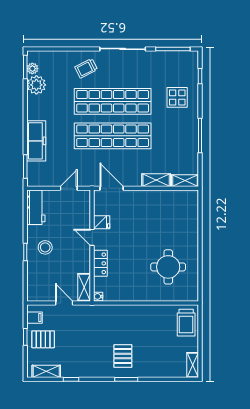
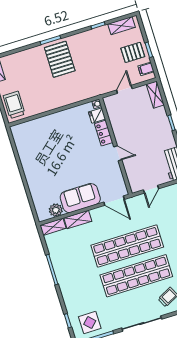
display table: (177, 97) -> (90, 322), moved
plant: (176, 197) -> (56, 210), added
sofa: (147, 202) -> (80, 198), added
fridge: (102, 222) -> (97, 115), moved
stool: (45, 247) -> (155, 132), removed
round table: (168, 267) -> (44, 148), removed
shelving: (84, 287) -> (155, 95), moved
door: (64, 303) -> (124, 89), swing flipped
pallet: (123, 356) -> (60, 59), width x1.50, depth x1.42

